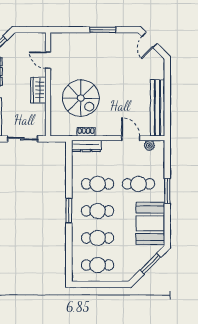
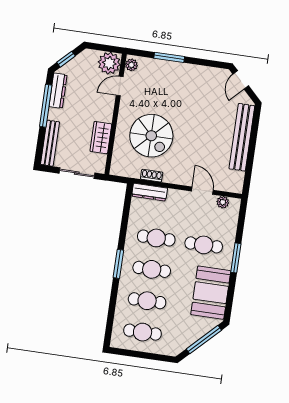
window: (103, 30) -> (169, 57), moved
plant: (55, 41) -> (131, 65), added
plant: (36, 42) -> (109, 63), added
door: (48, 60) -> (120, 86), hinge flipped
wardrobe: (38, 90) -> (101, 138), moved
bench: (157, 108) -> (242, 137), moved
window: (150, 264) -> (204, 340), width x1.44

